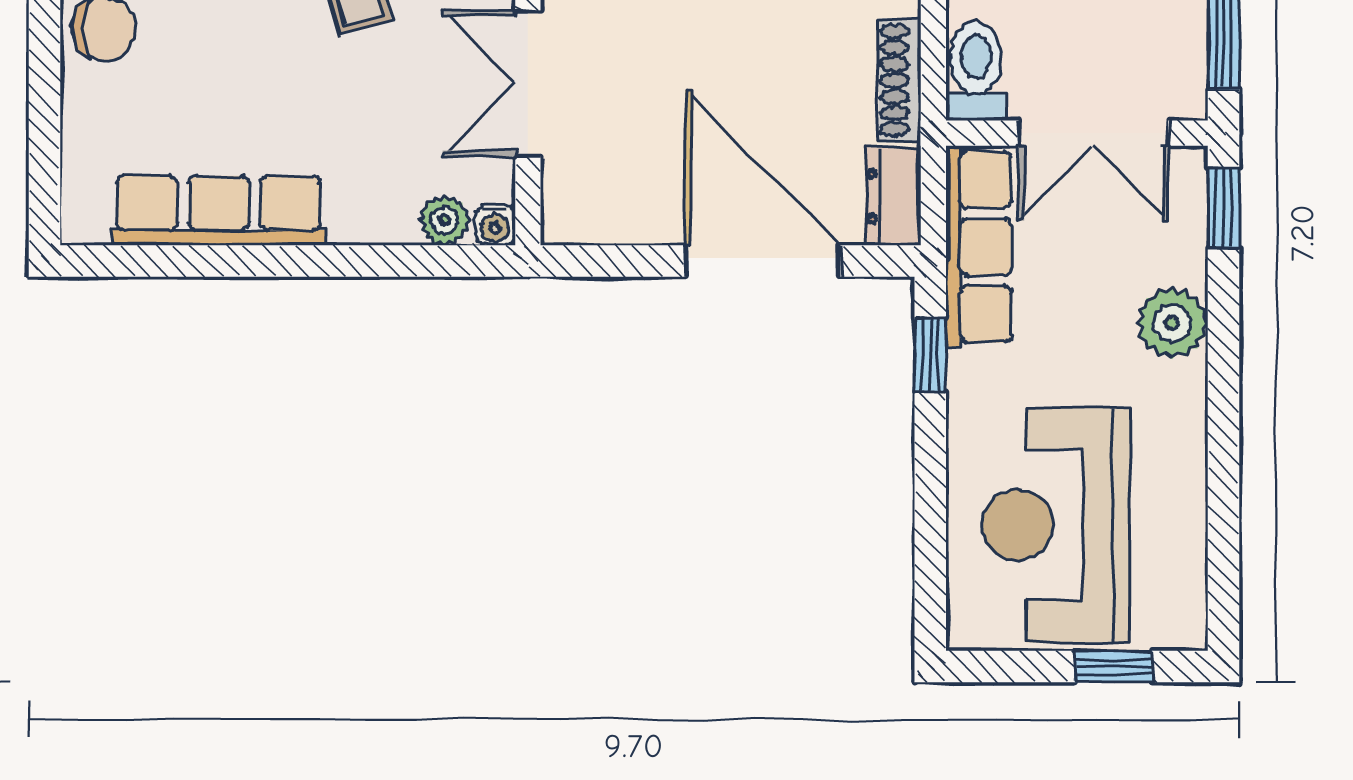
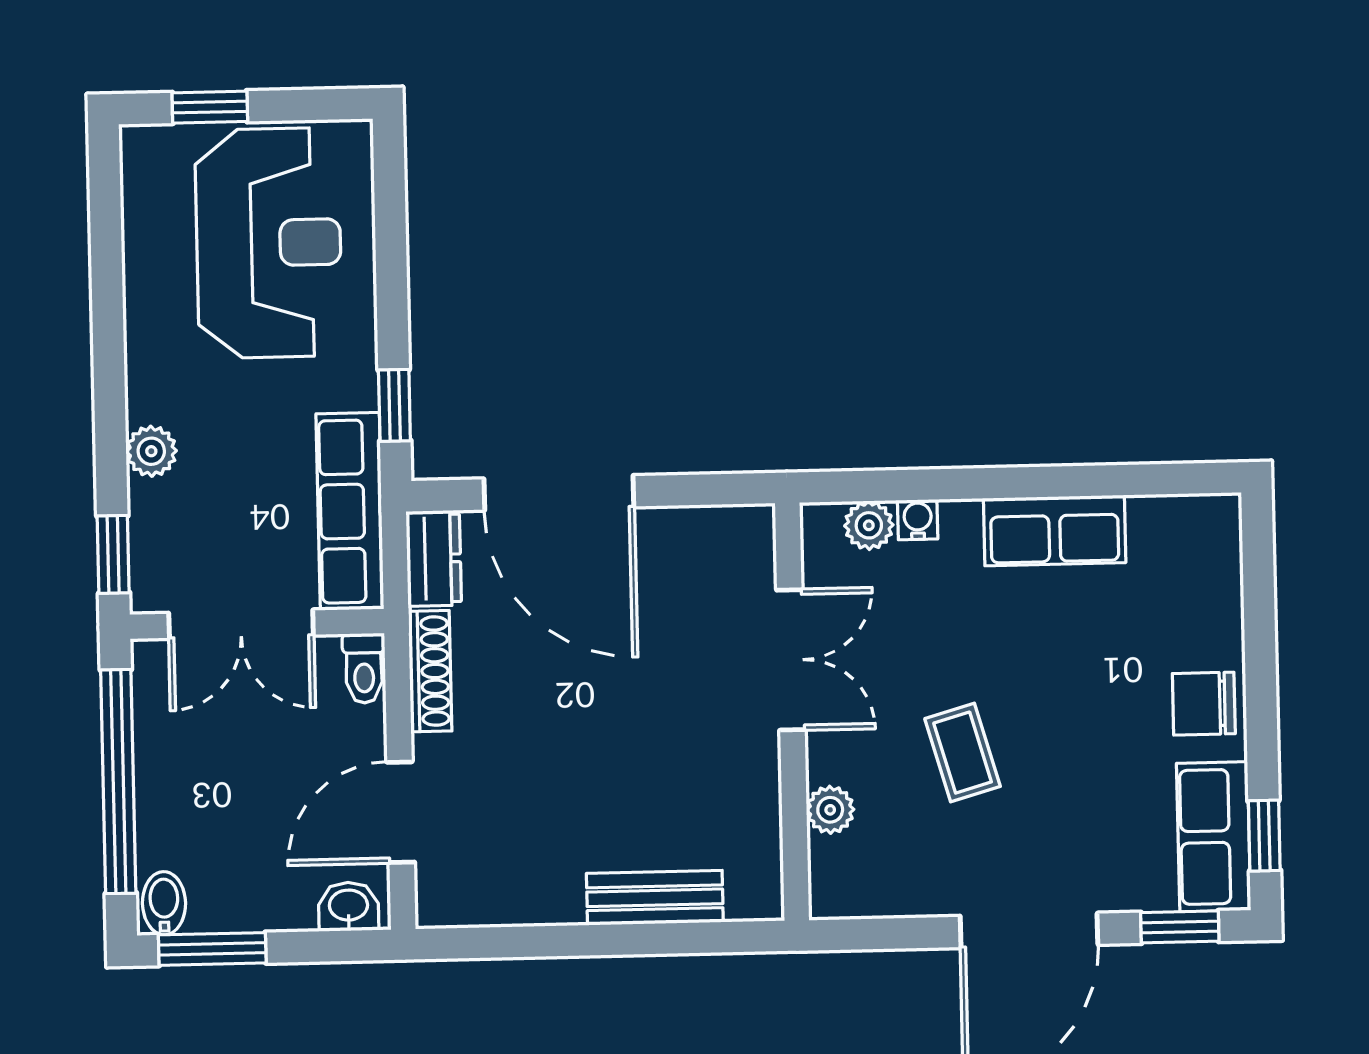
toilet: (976, 71) -> (364, 668), width x0.73, depth x0.72
double door: (1093, 133) -> (241, 624), swing flipped
row of seats: (219, 211) -> (1055, 530), width x0.68
water cooler: (495, 225) -> (918, 520), moved
plant: (1172, 323) -> (151, 451), width x0.73, depth x0.73

